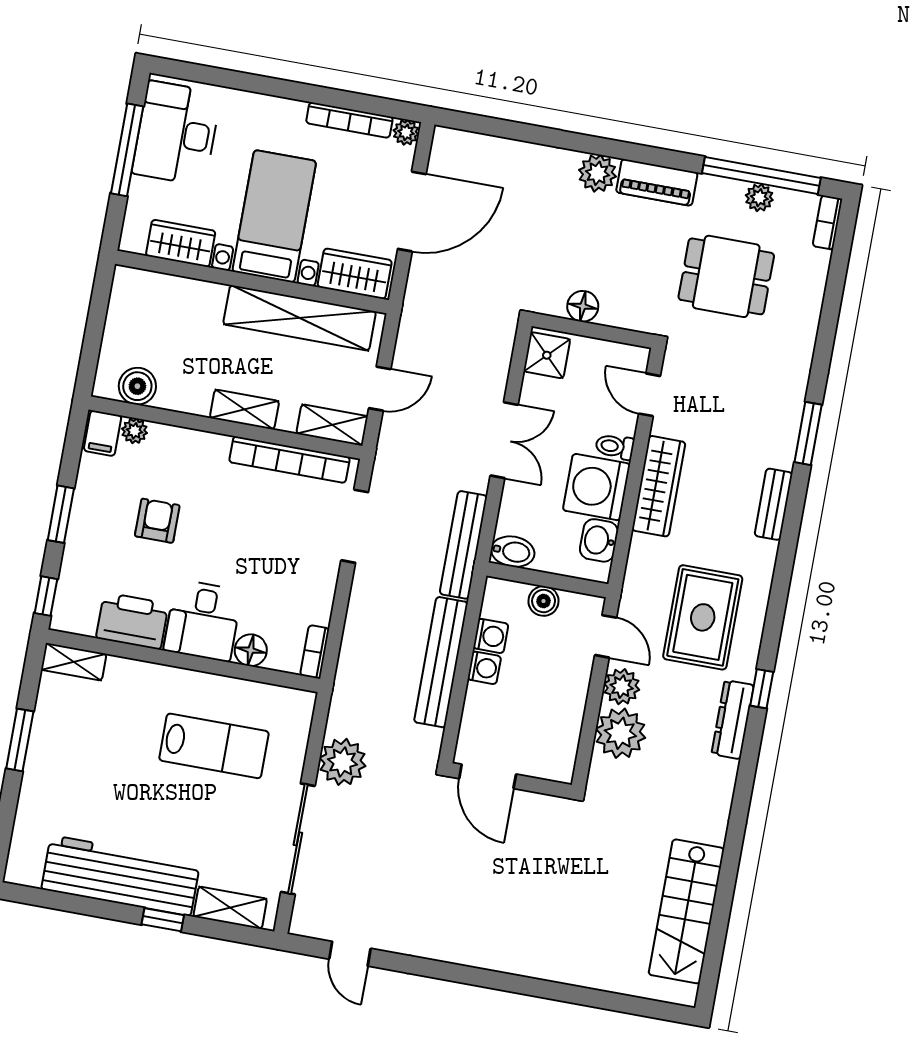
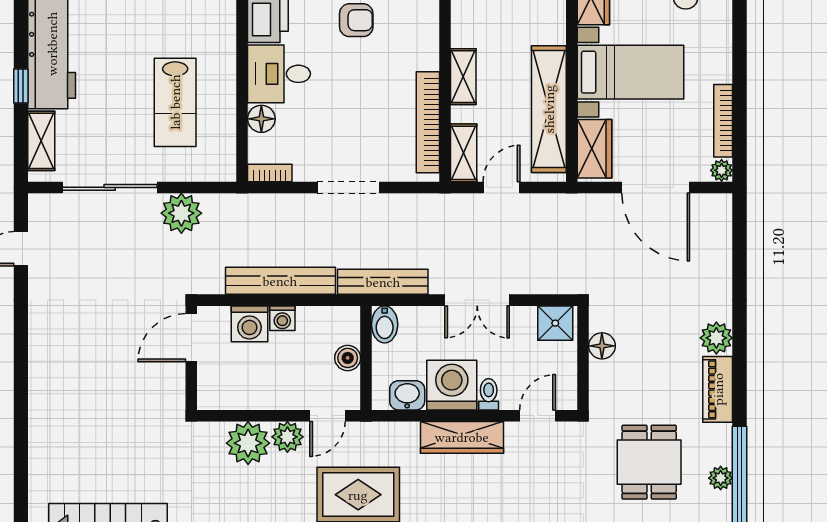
door: (380, 389) -> (502, 187), swing flipped
doorway: (355, 526) -> (348, 187), moved
washing machine: (491, 636) -> (249, 324), moved, width x1.38, depth x1.38

